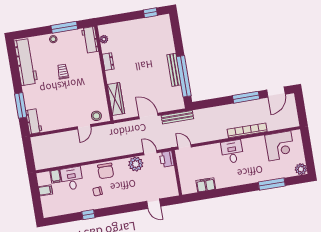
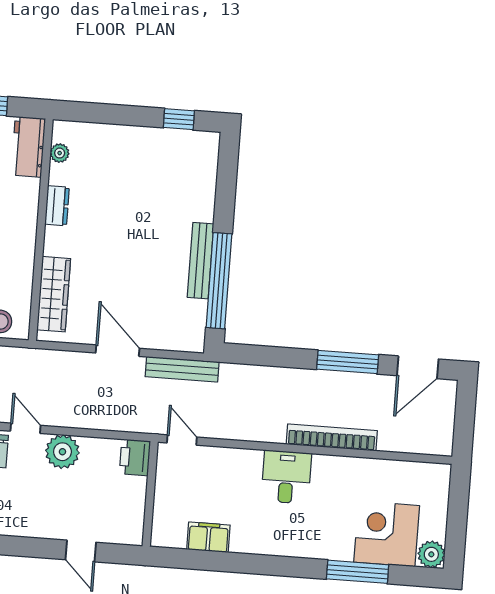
corner desk: (280, 146) -> (387, 534), moved, turned 180
door: (150, 153) -> (26, 428), moved

